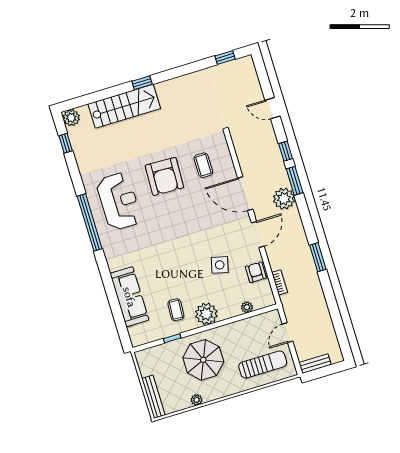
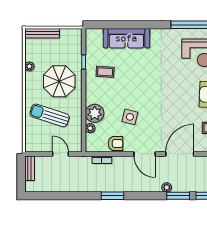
plant: (284, 199) -> (167, 187), width x0.53, depth x0.53
plant: (206, 314) -> (95, 113), moved
sun lounger: (263, 365) -> (50, 115), moved, turned 108

